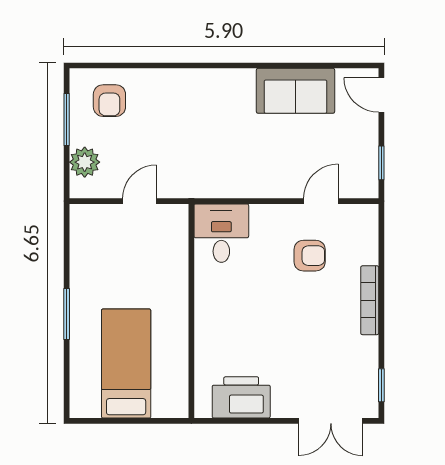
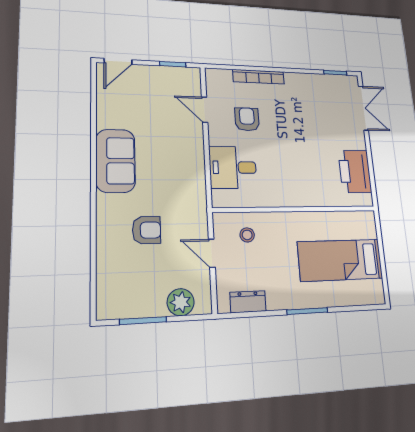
sofa: (296, 91) -> (115, 161), moved
armchair: (109, 101) -> (147, 230), moved
desk: (221, 233) -> (233, 167), moved
dresser: (81, 241) -> (248, 302), added
stool: (160, 246) -> (247, 235), added
bookcase: (370, 300) -> (259, 77), moved

